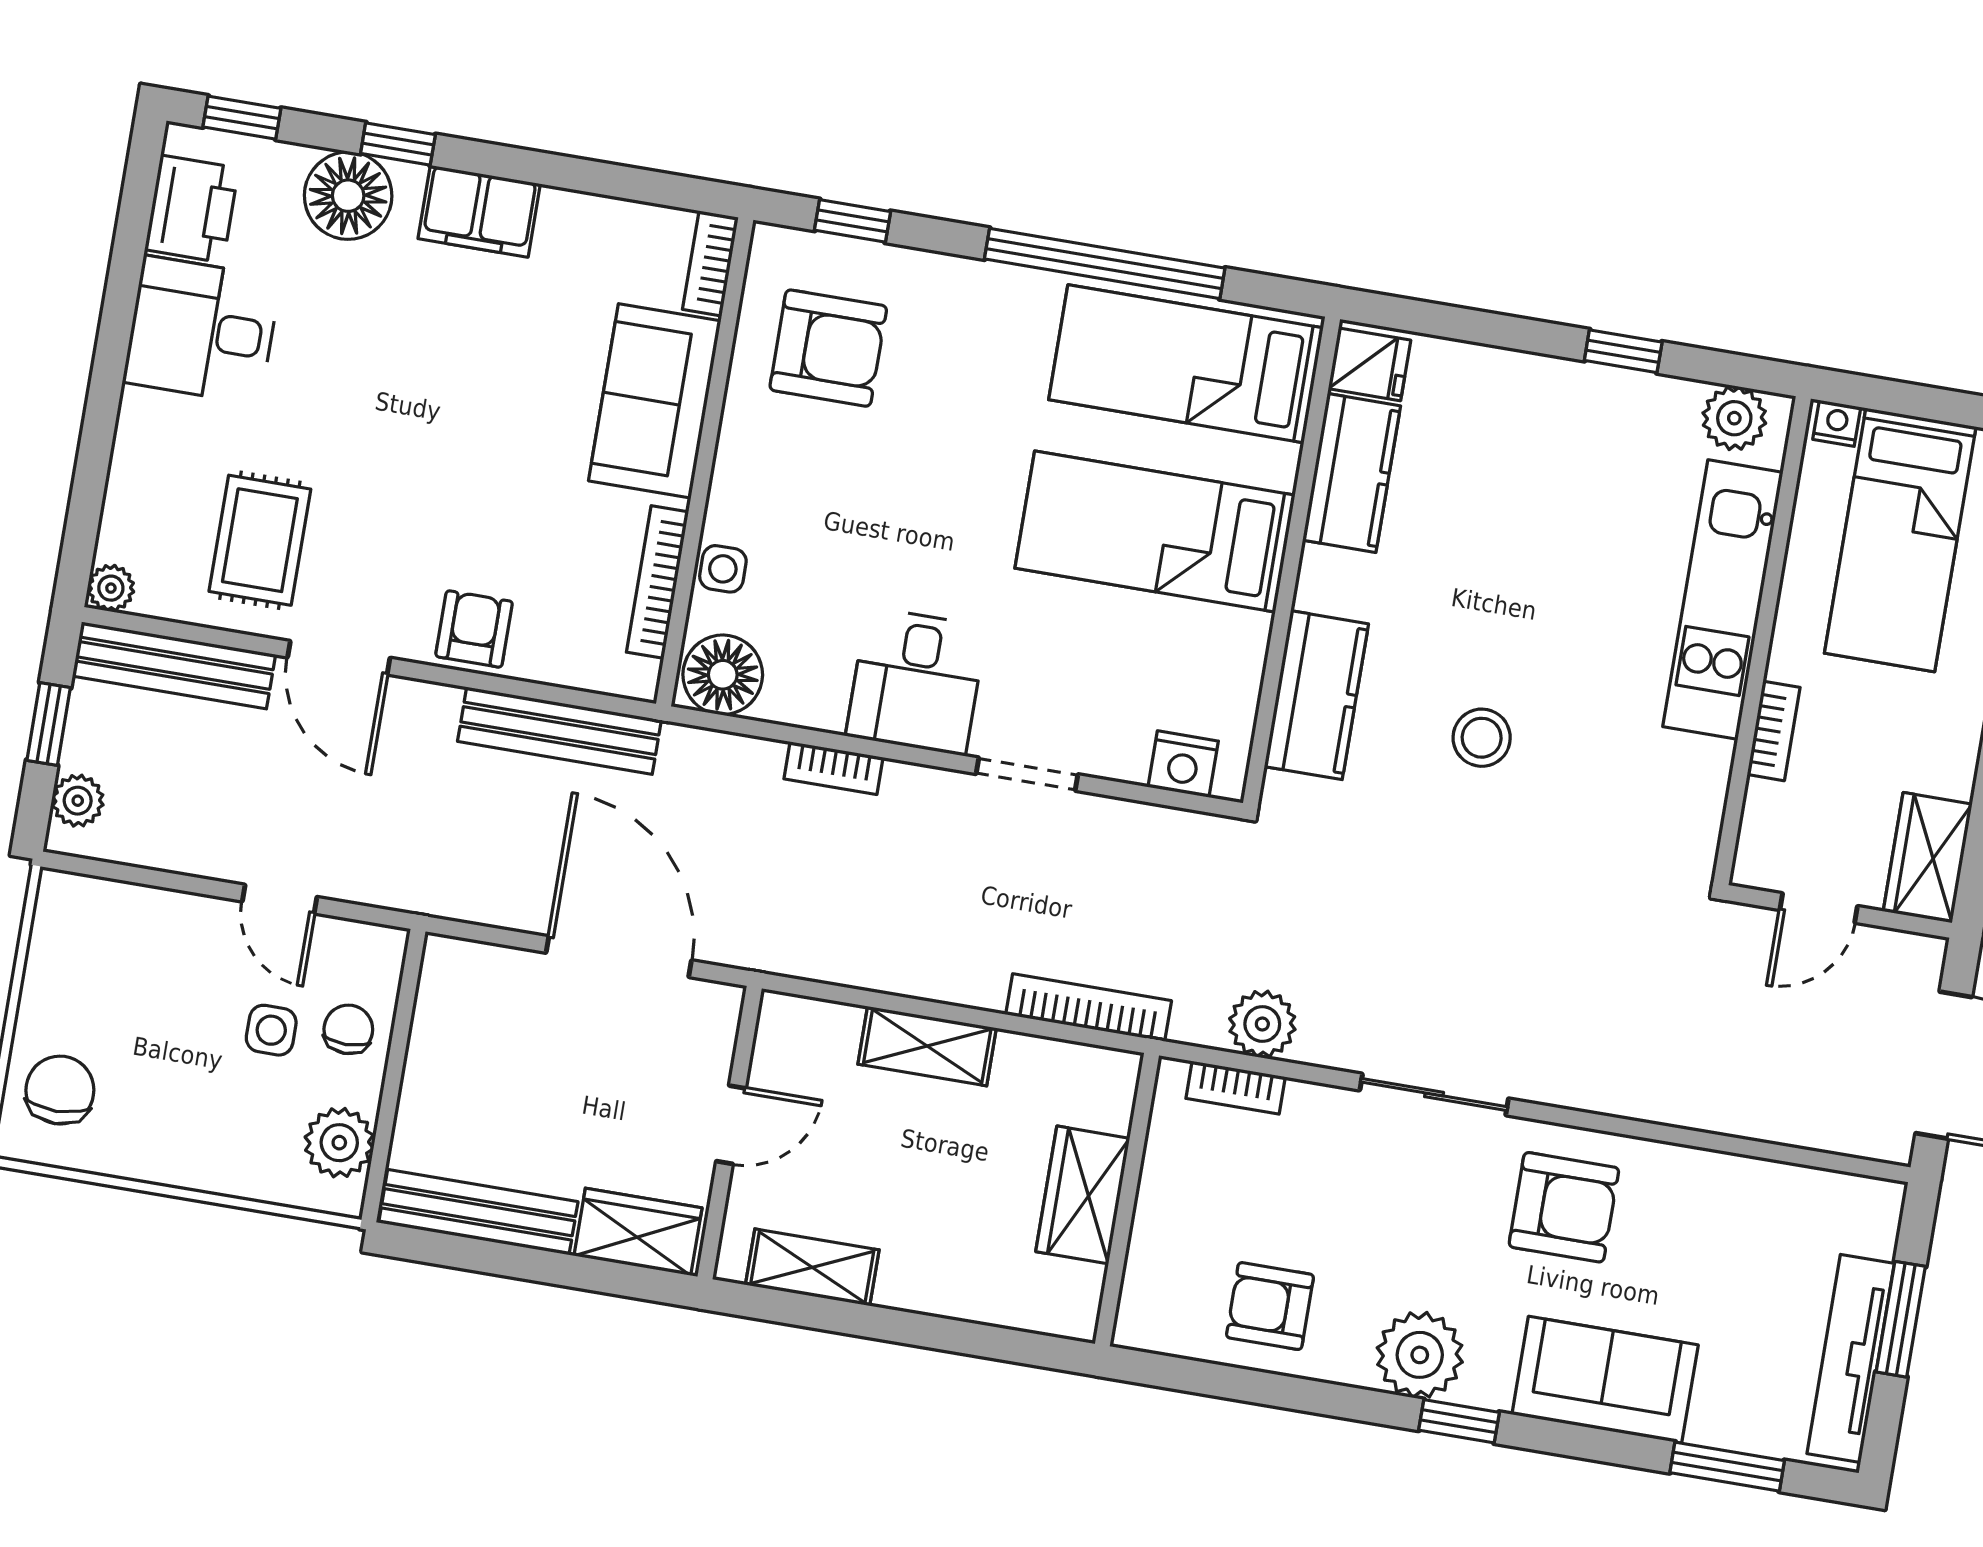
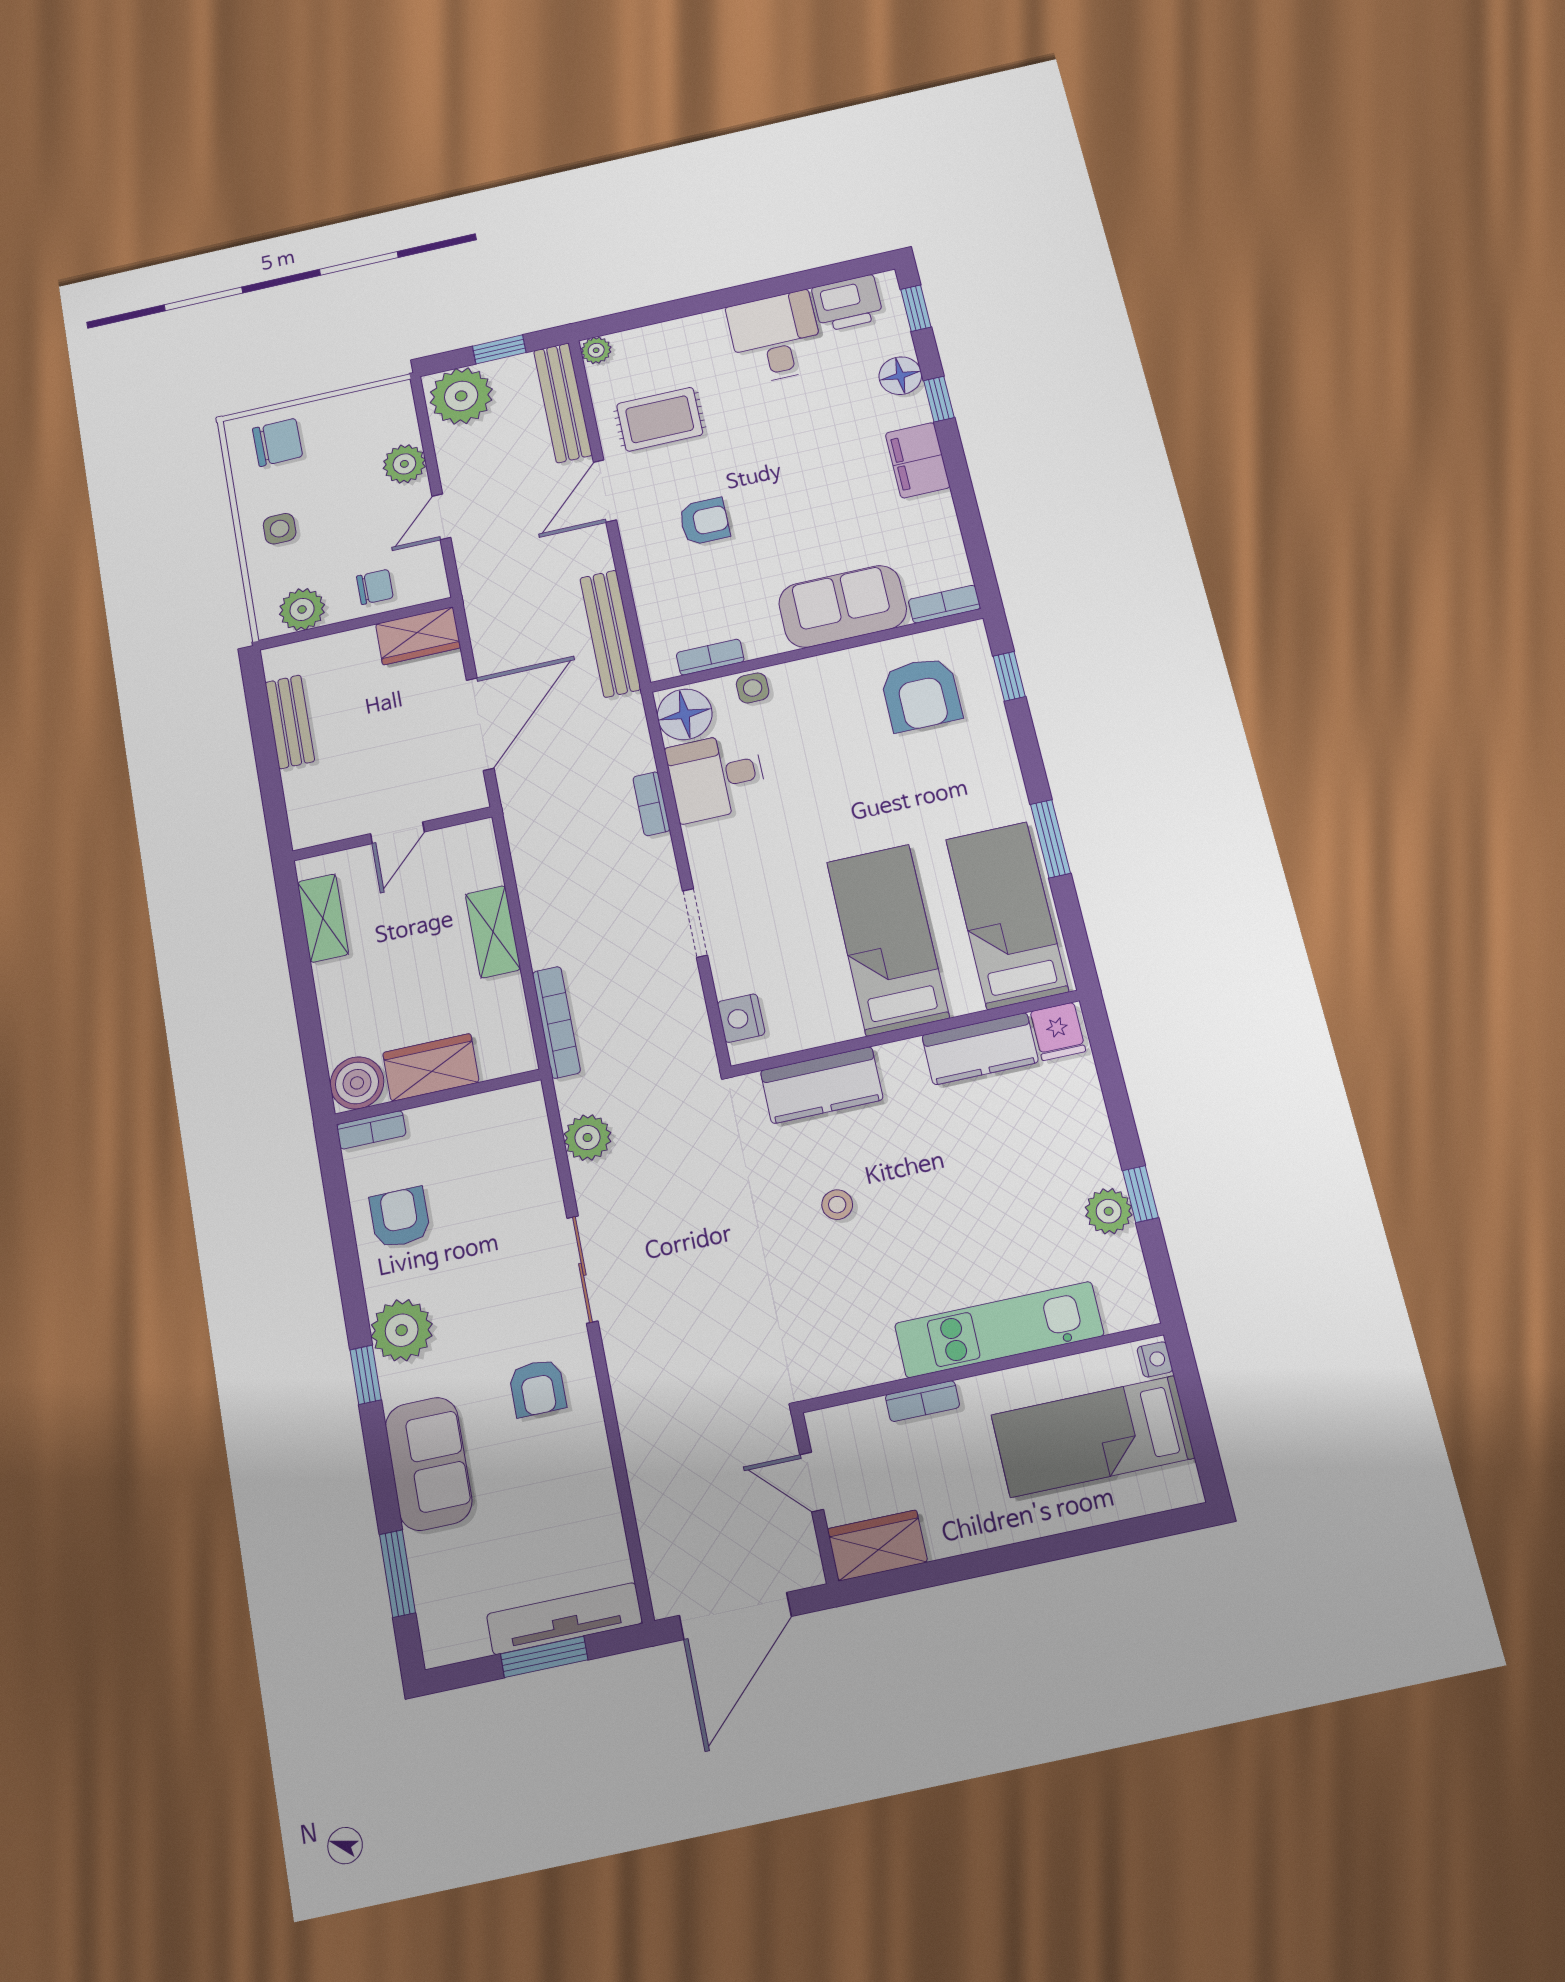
floor lamp: (348, 196) -> (900, 376), width x0.73, depth x0.73
window: (1105, 264) -> (1050, 839), width x0.47
plant: (1734, 418) -> (1109, 1211), moved
bookcase: (658, 582) -> (710, 657), width x0.64
armchair: (474, 629) -> (704, 521), moved
desk: (916, 681) -> (716, 777), moved
stool: (1482, 738) -> (837, 1205), width x0.73, depth x0.73
plant: (78, 801) -> (461, 396), width x1.87, depth x1.87
plant: (173, 922) -> (404, 464), added
side table: (271, 1030) -> (280, 529), moved
bookcase: (1236, 1088) -> (371, 1130), moved, turned -90
door: (731, 1125) -> (397, 833), hinge flipped
armchair: (1564, 1207) -> (537, 1388), width x0.72, depth x0.72
bench: (478, 1212) -> (290, 722), width x0.73
wardrobe: (638, 1232) -> (418, 636), moved, turned 90
boiler: (1064, 1300) -> (357, 1083), added
tv unit: (1851, 1358) -> (564, 1619), moved

